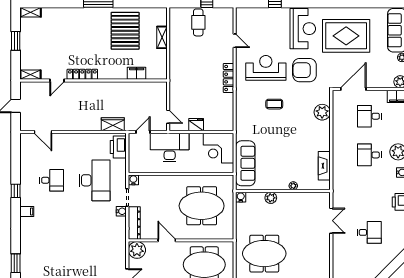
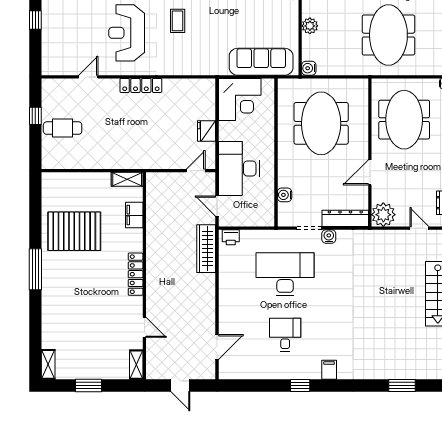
shelving: (162, 37) -> (127, 179), moved
locker: (82, 74) -> (136, 274), moved
wardrobe: (113, 124) -> (206, 249), width x1.50
printer: (118, 147) -> (231, 237), width x0.53, depth x0.68
water cooler: (133, 180) -> (285, 195), moved

